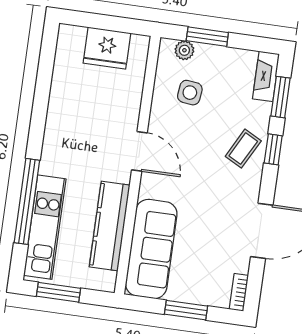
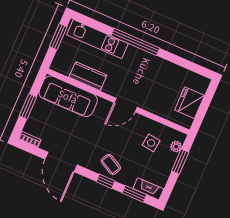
window: (27, 201) -> (135, 42), moved
kitchen counter: (110, 226) -> (88, 76), width x0.67

